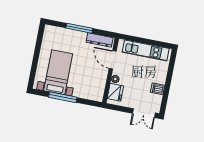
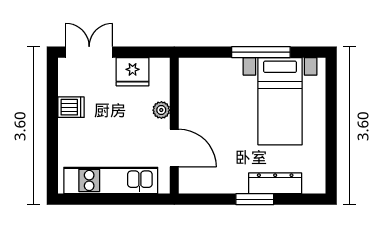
window: (79, 28) -> (255, 199), width x0.69
dresser: (100, 40) -> (275, 183), moved
fridge: (115, 92) -> (133, 72), moved, turned -90

